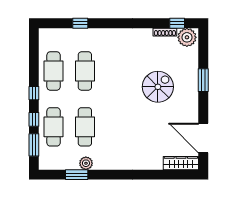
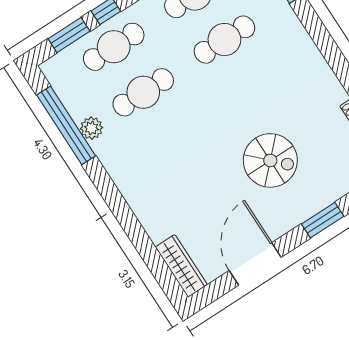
door: (203, 138) -> (255, 264), moved
window: (77, 175) -> (66, 125), width x2.11

